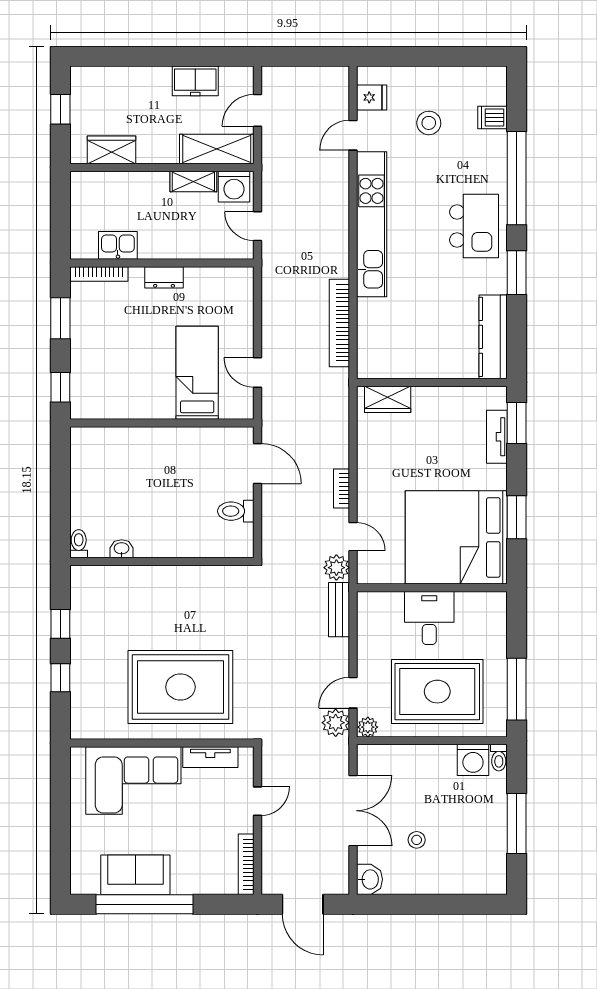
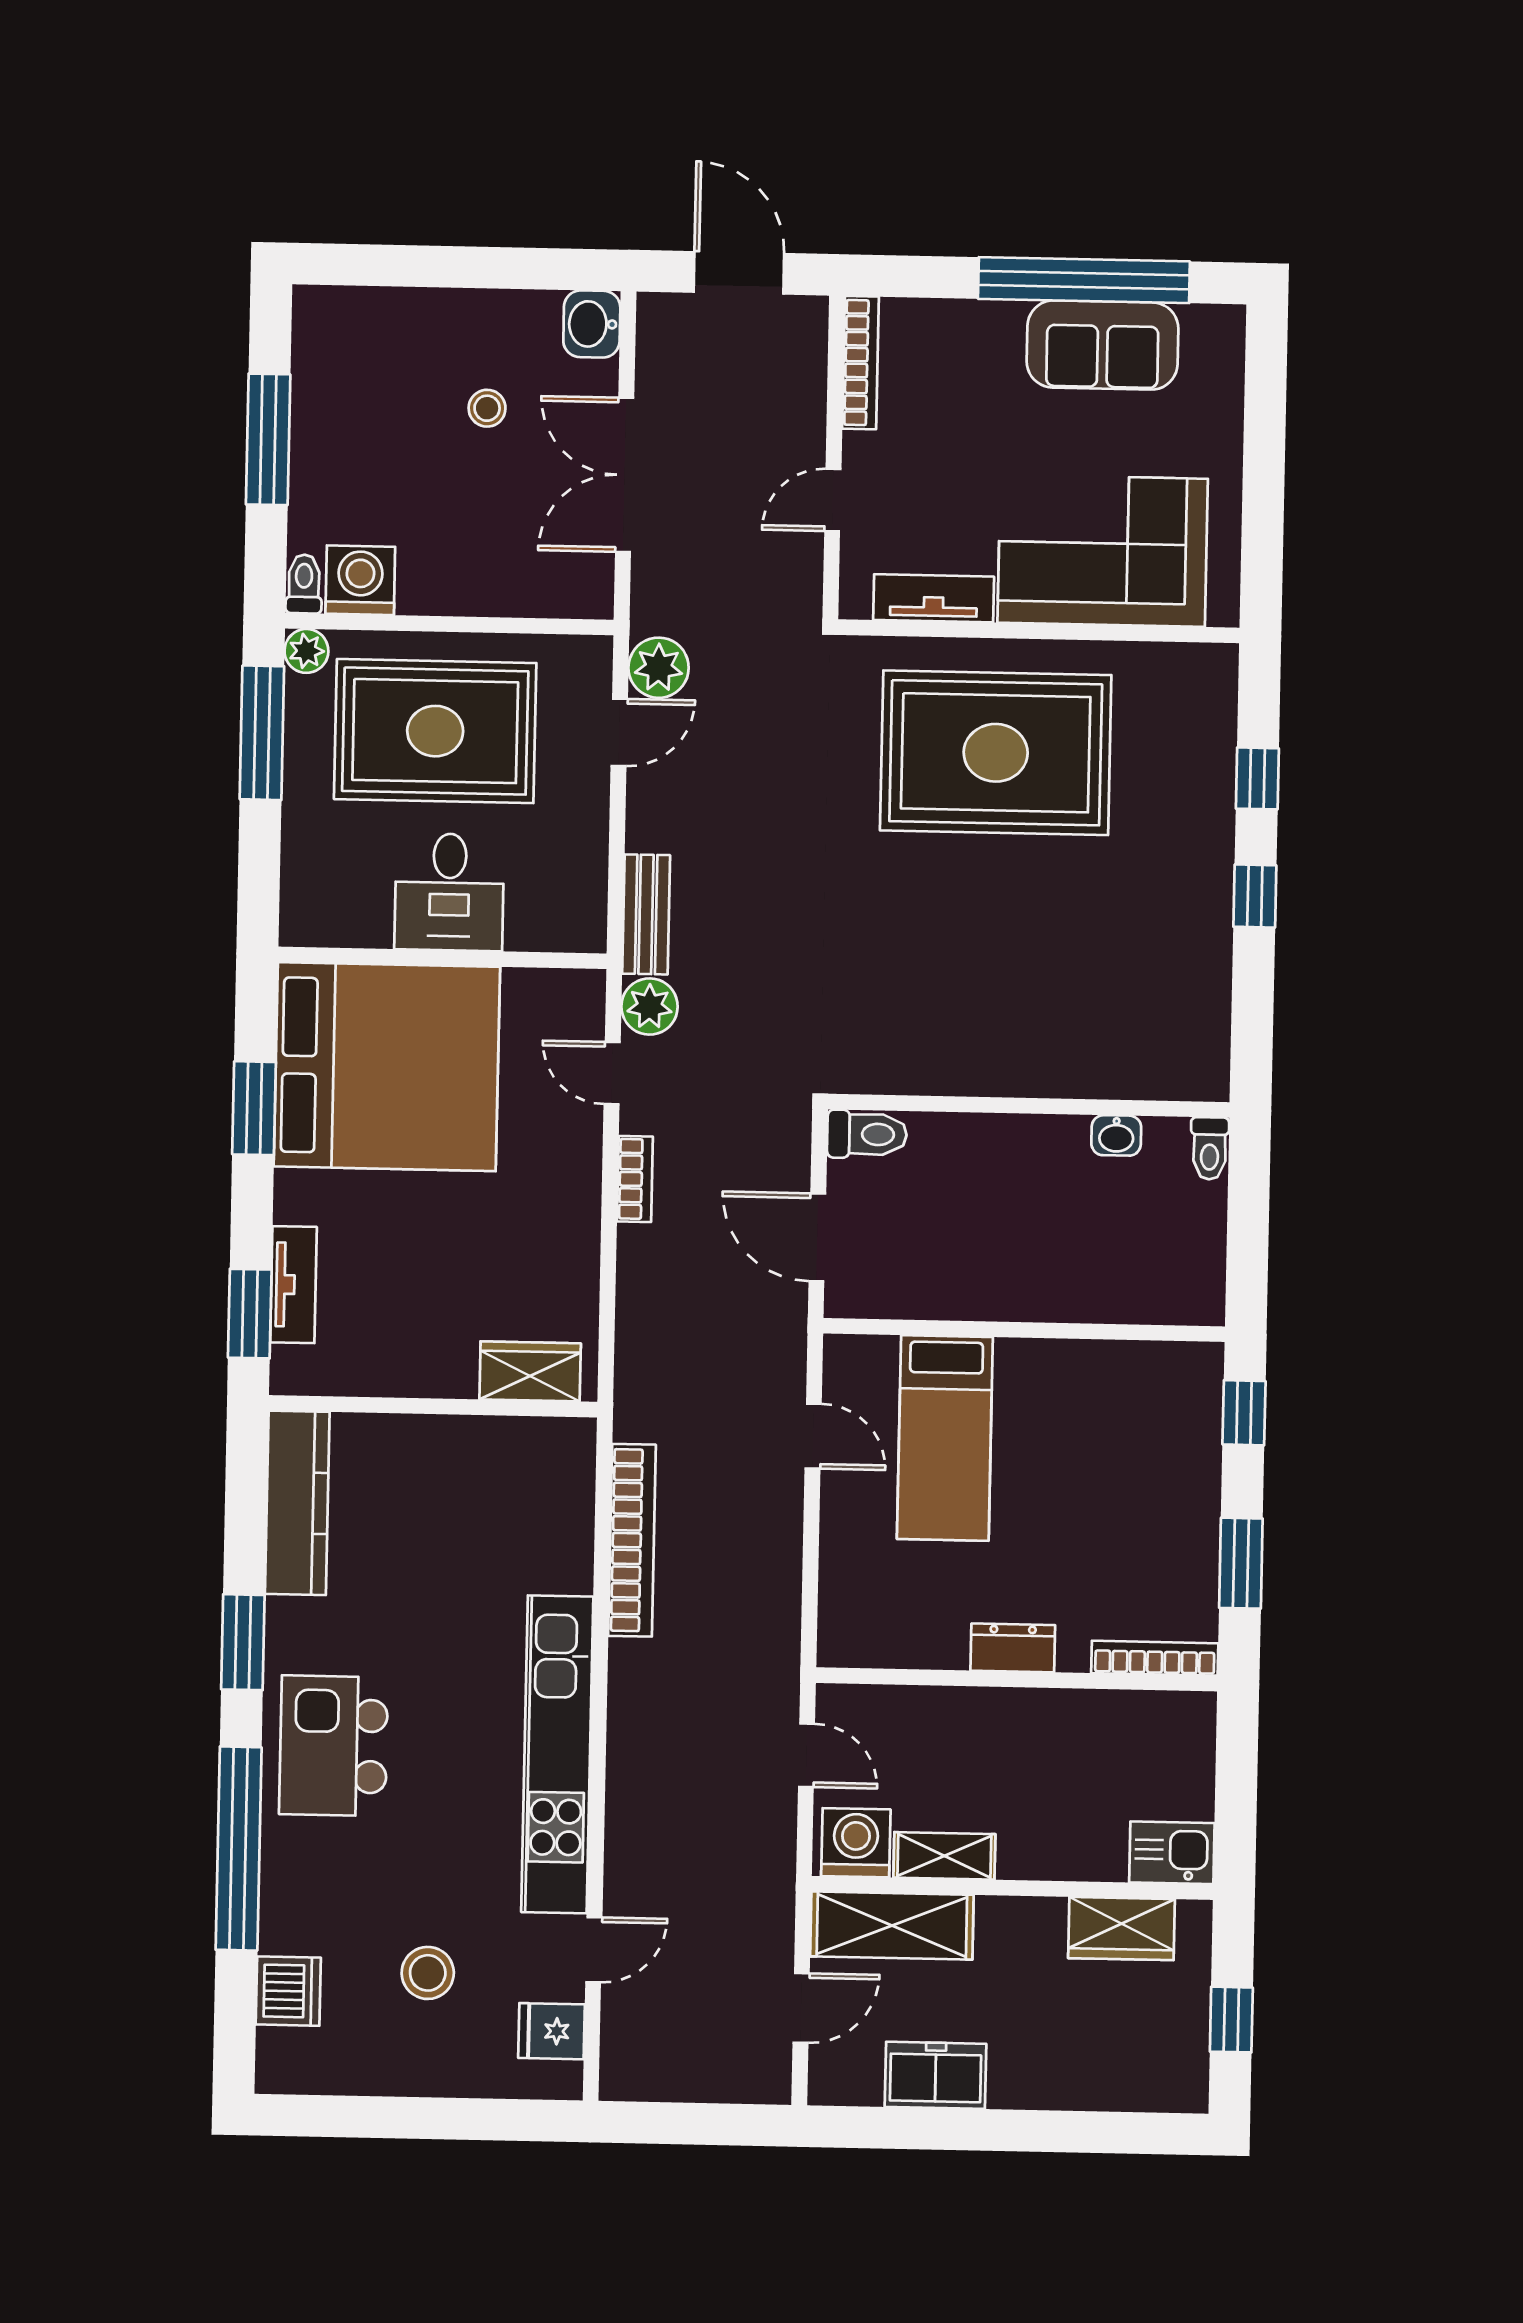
dishwasher: (492, 118) -> (288, 1991), width x1.38
kitchen sink: (118, 245) -> (1172, 1853), moved, turned 180
toilet: (79, 544) -> (1210, 1148), moved
washbasin: (122, 549) -> (1116, 1135), moved
wall: (162, 562) -> (1029, 1106), moved
plant: (368, 727) -> (306, 651), moved

